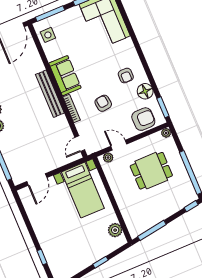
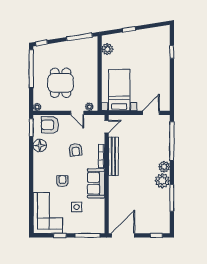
side table: (48, 35) -> (77, 207), moved
armchair: (126, 76) -> (62, 181), moved
bench: (50, 94) -> (113, 156), moved
dining table: (151, 171) -> (61, 83), turned 90

